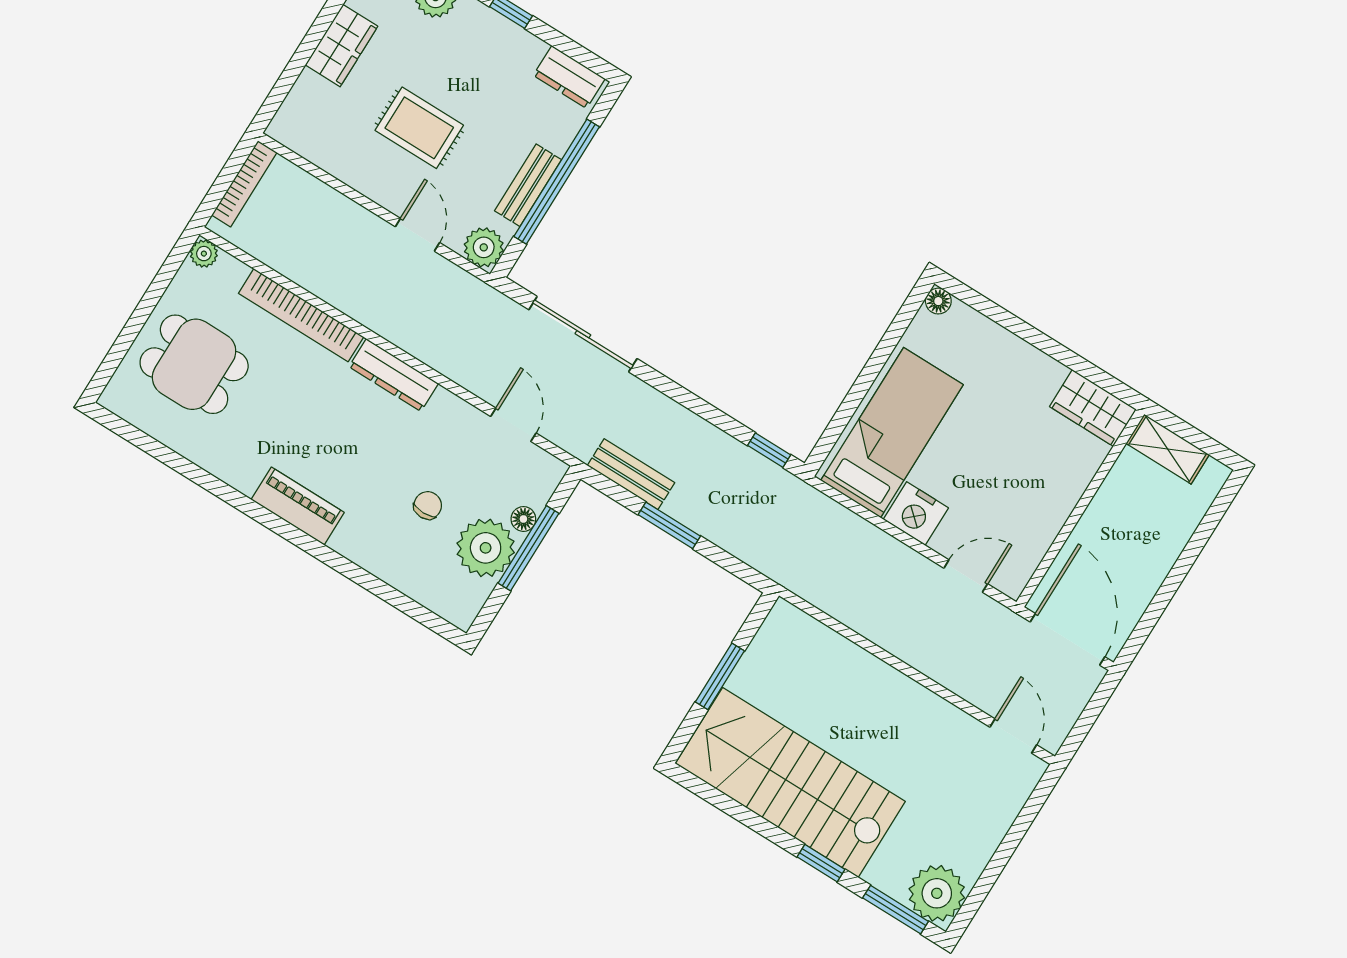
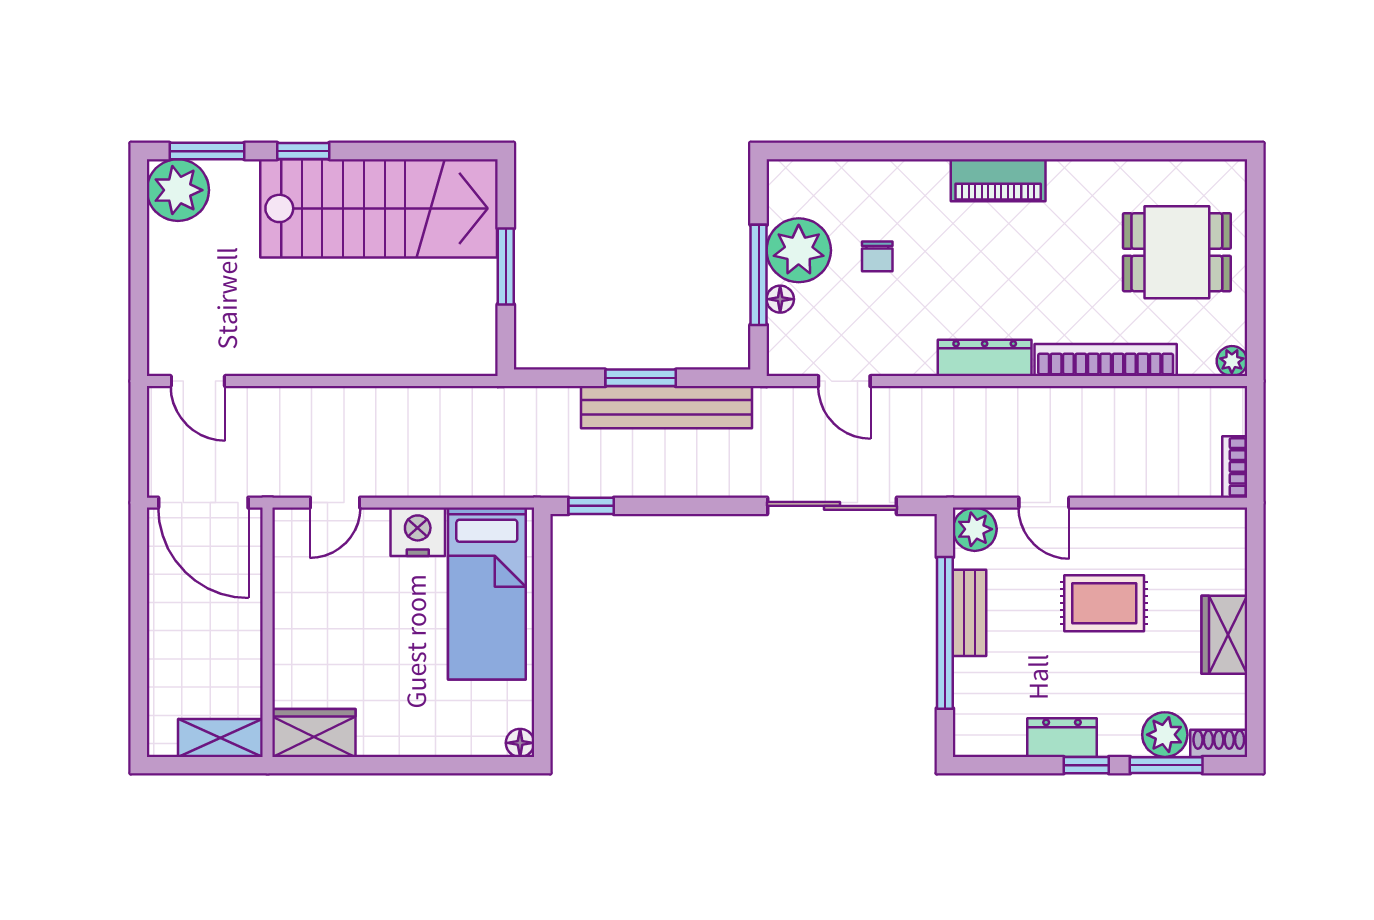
dresser: (569, 77) -> (1062, 738), moved
bookcase: (244, 184) -> (1235, 467), width x0.64
bench: (631, 474) -> (666, 407), width x1.86, depth x1.21

